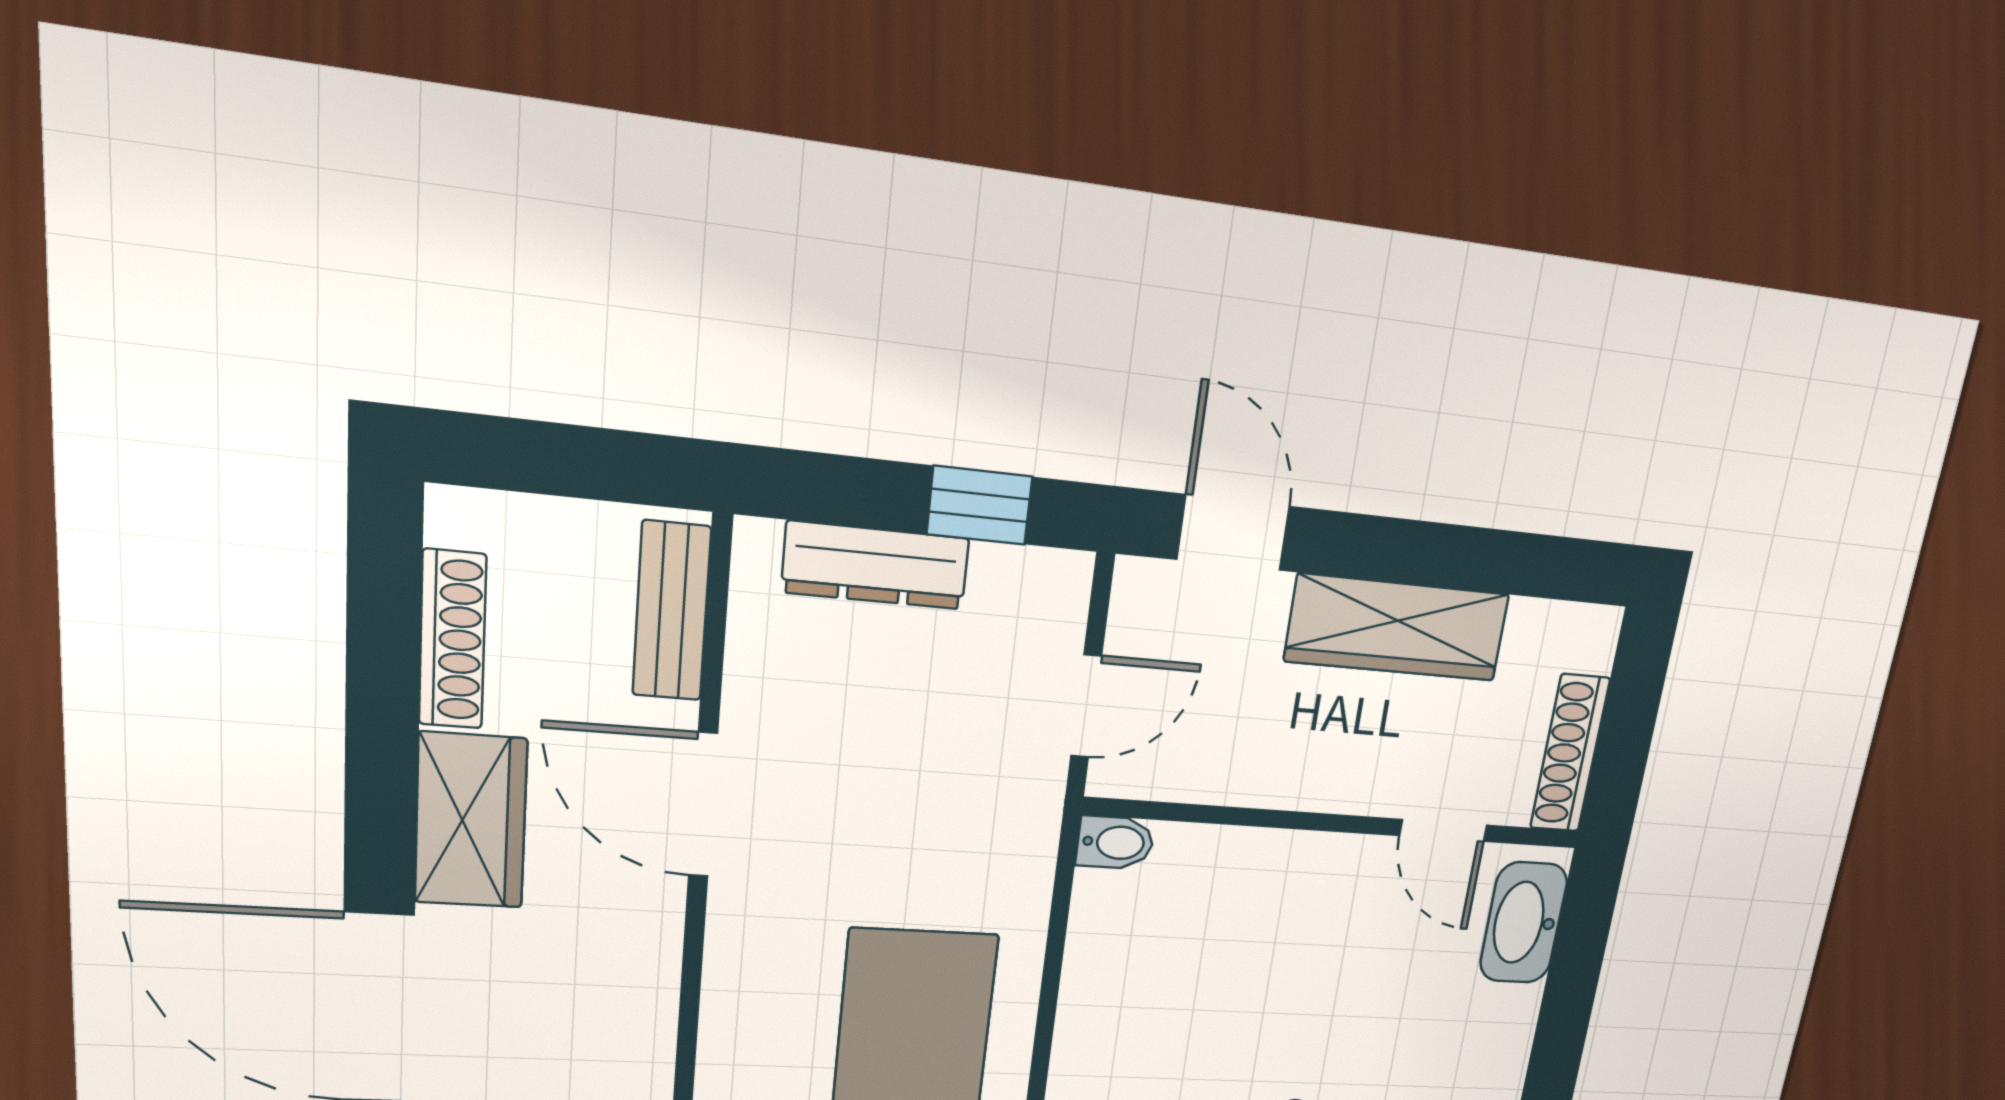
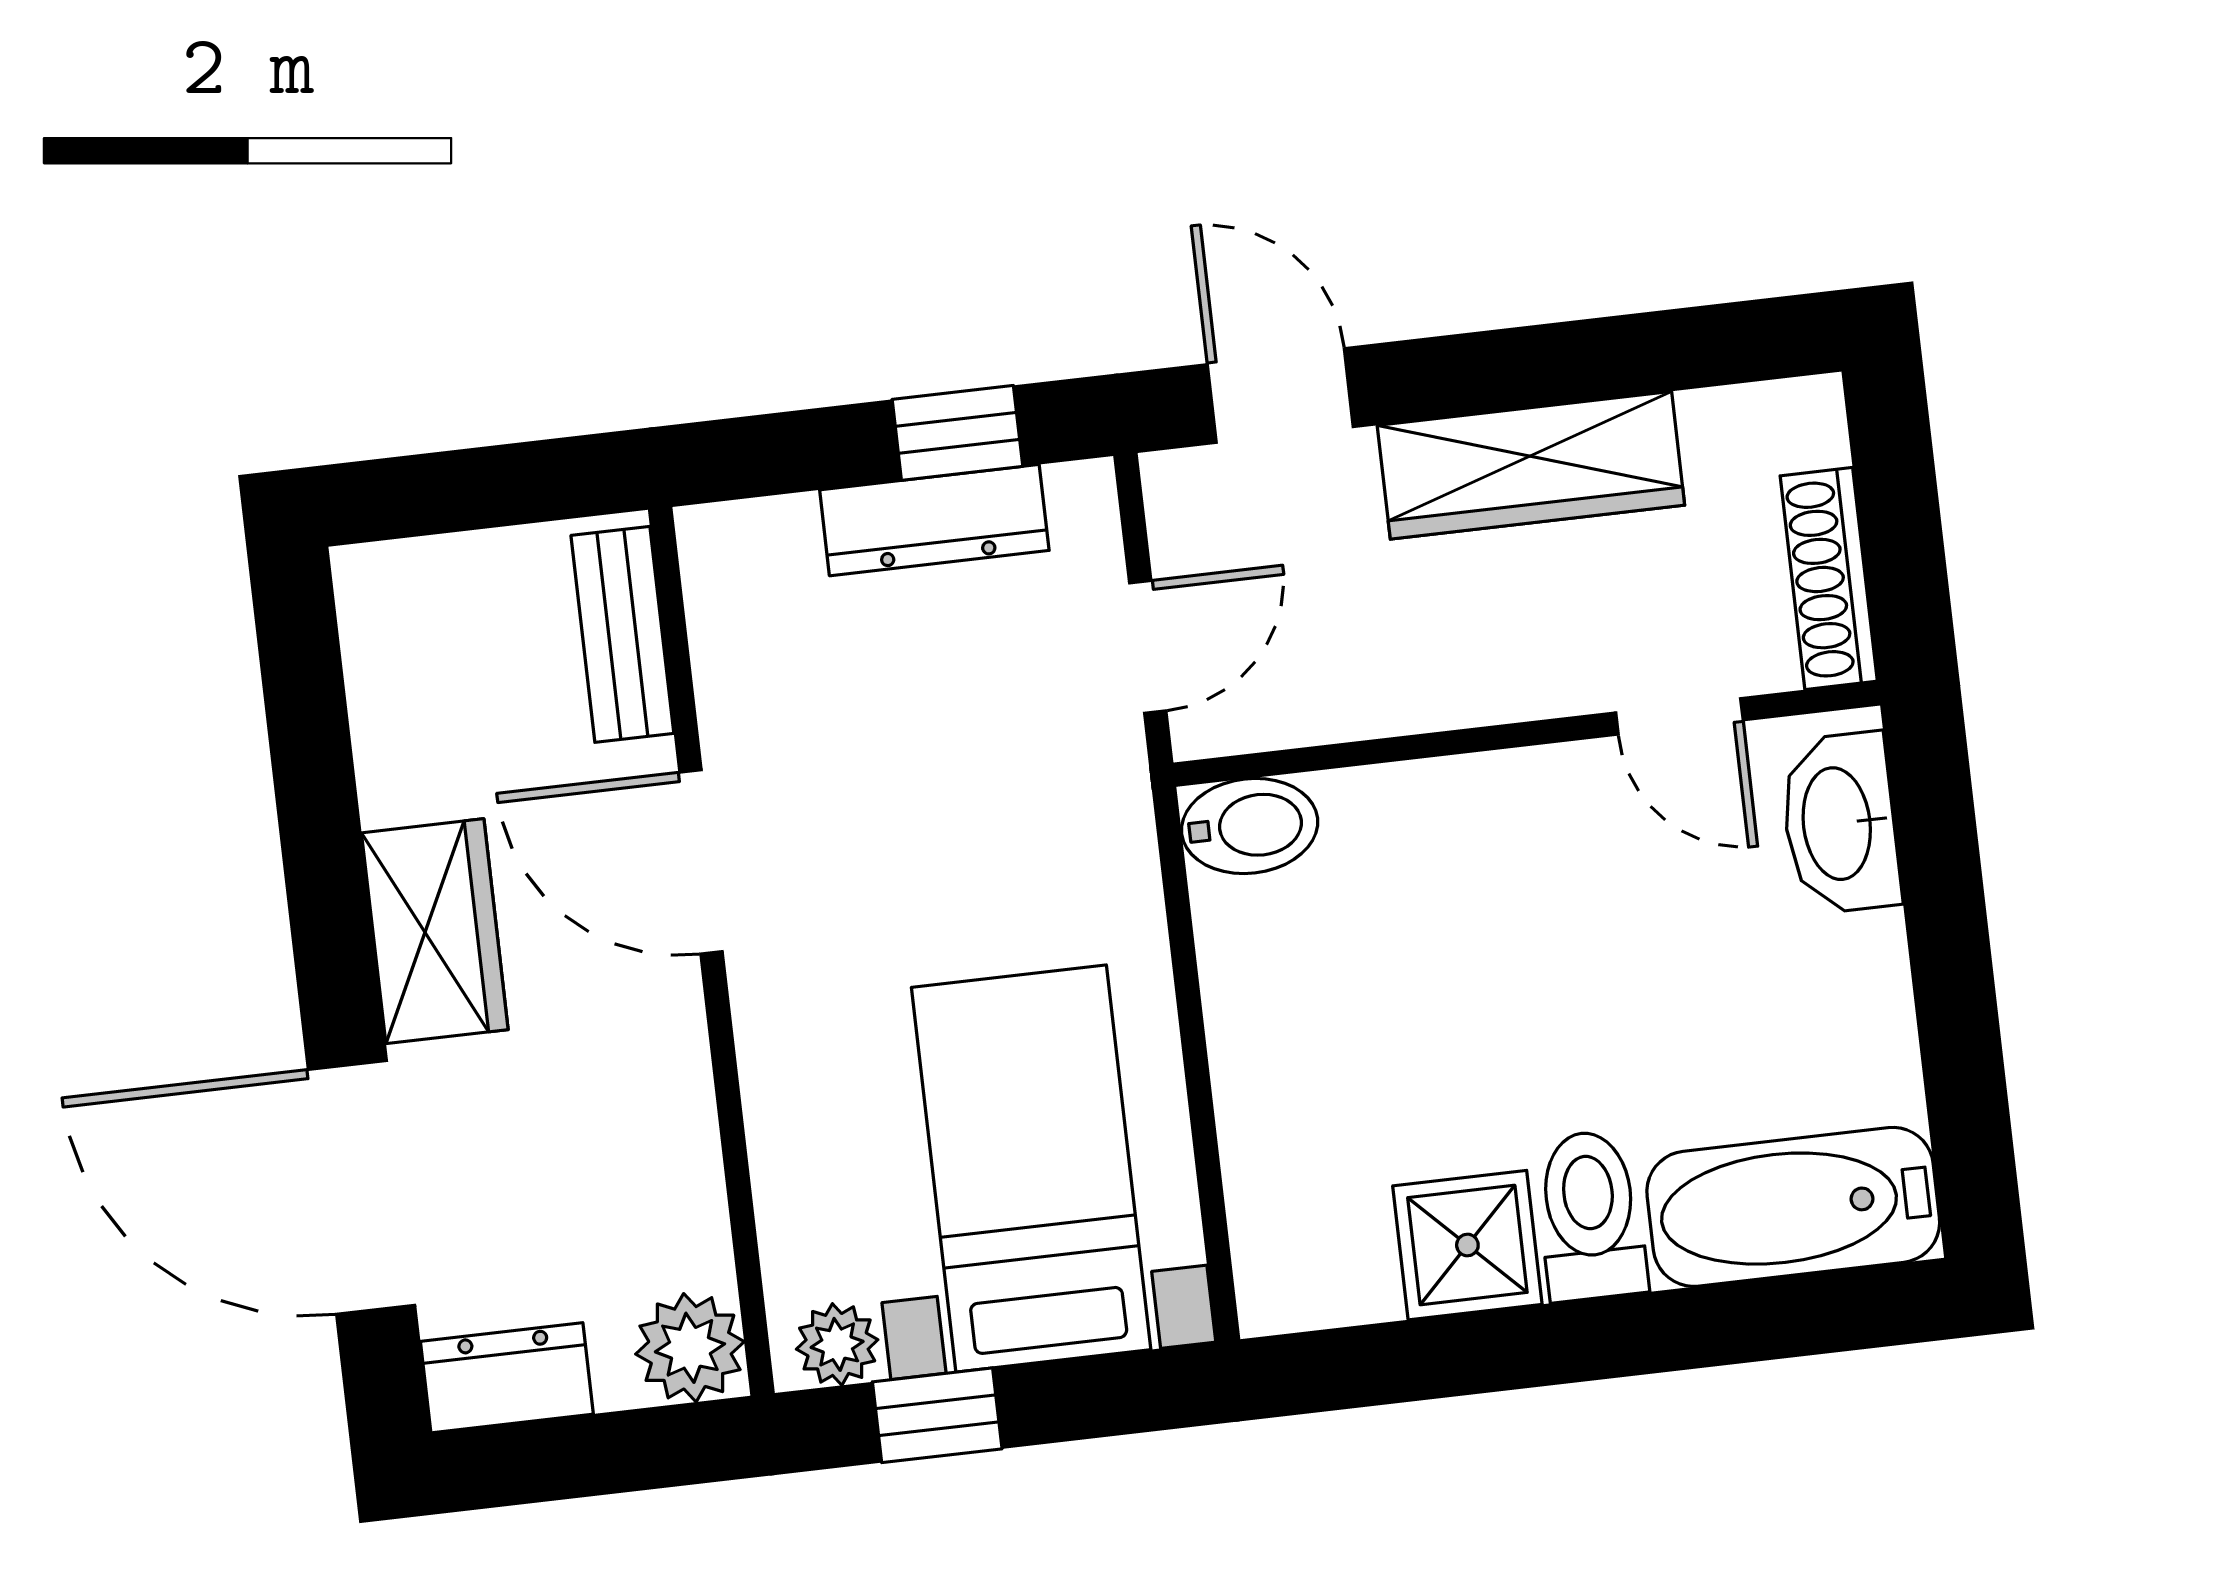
dresser: (876, 565) -> (934, 520), moved
shoe rack: (452, 640) -> (383, 718), removed
bidet: (1115, 843) -> (1250, 826), width x1.38, depth x1.36

